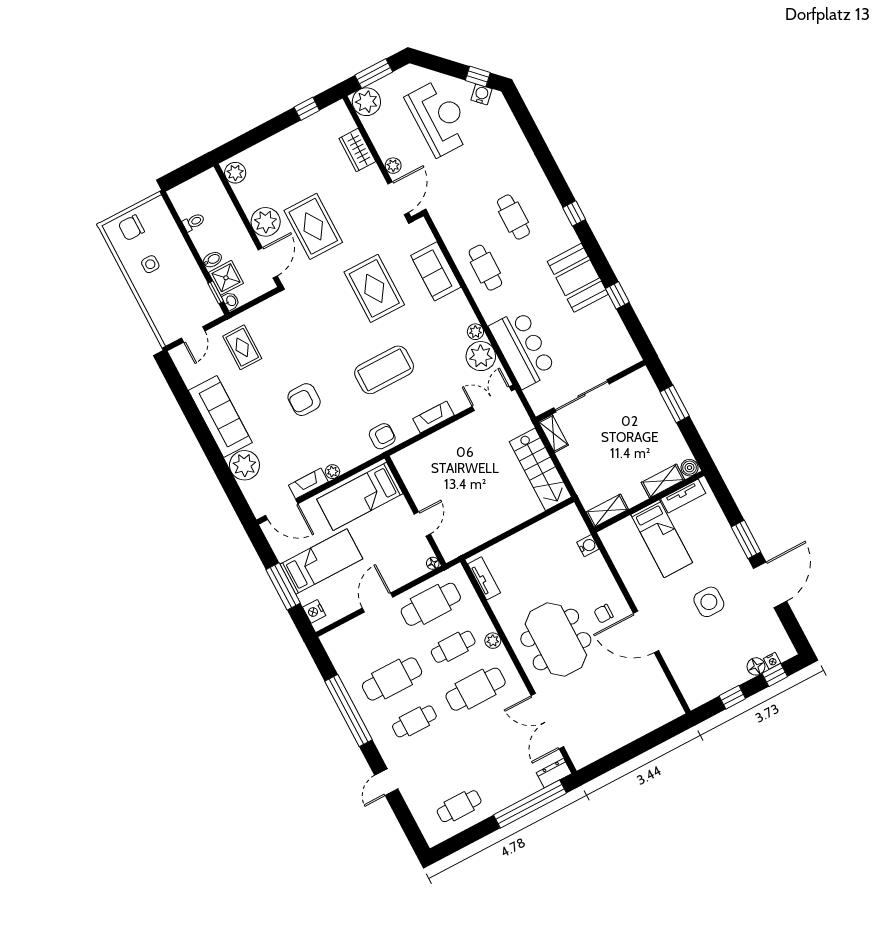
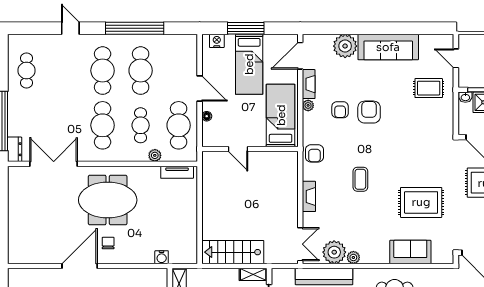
coffee table: (384, 370) -> (360, 179), width x0.54, depth x0.58
armchair: (319, 433) -> (340, 110), added
floor lamp: (433, 563) -> (207, 116), moved
plant: (493, 641) -> (155, 155), moved
cafe table: (414, 721) -> (103, 71), width x1.37, depth x1.35

